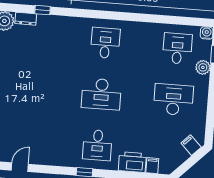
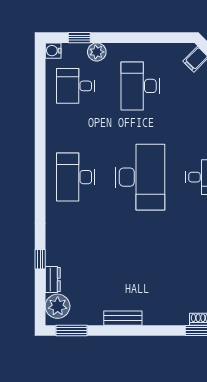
desk: (105, 43) -> (76, 177), width x1.37
desk: (101, 94) -> (140, 177), width x1.36, depth x1.30

